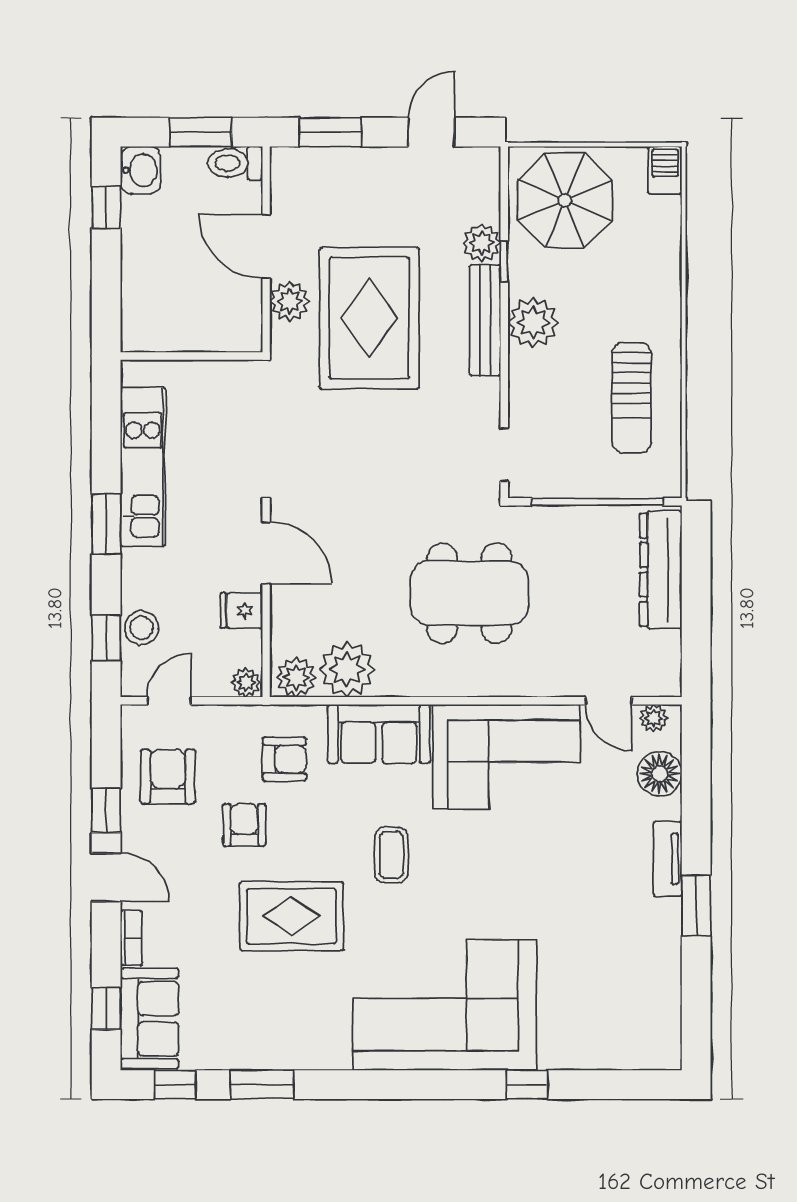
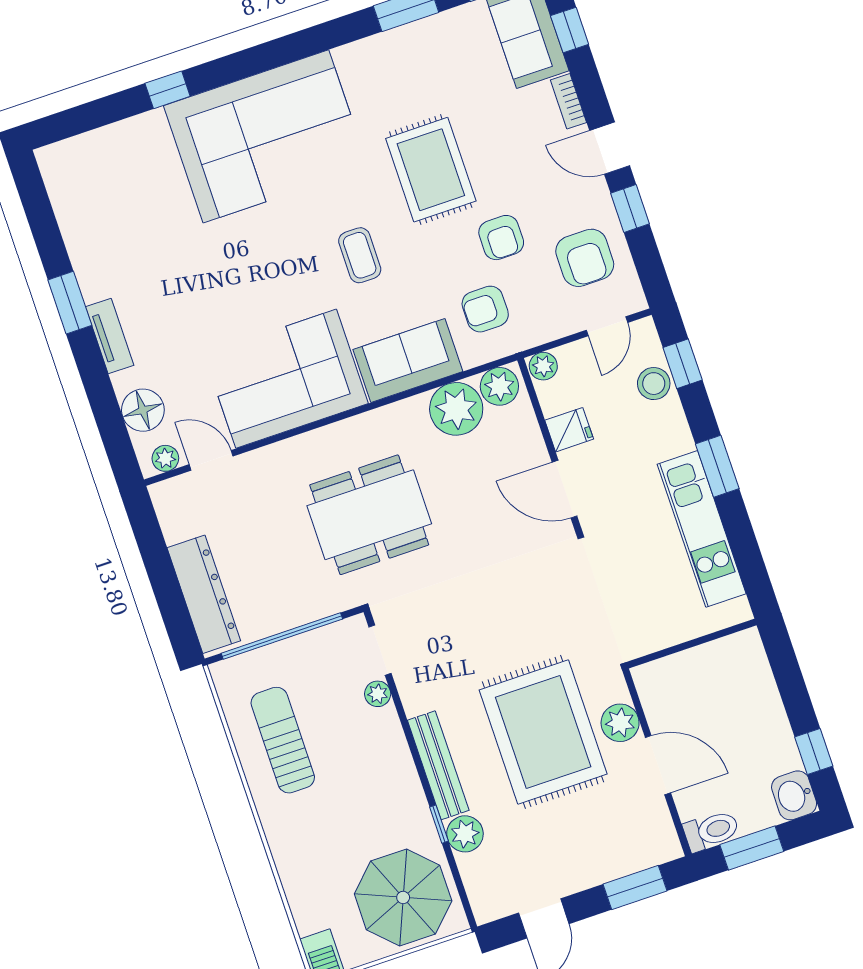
plant: (533, 322) -> (378, 694), moved, width x0.53, depth x0.53
rug: (292, 916) -> (431, 170), turned 90

